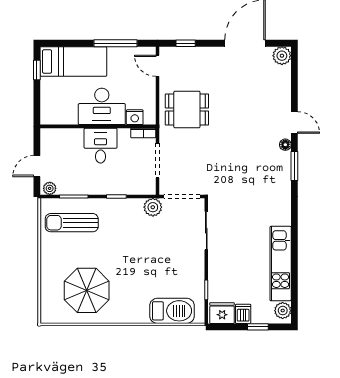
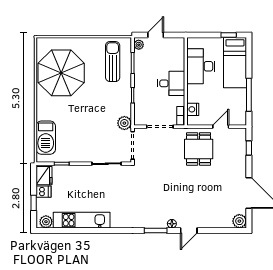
door: (157, 66) -> (221, 127), moved
desk: (102, 106) -> (201, 66), moved
door: (37, 166) -> (156, 35), hinge flipped
parasol: (87, 290) -> (61, 73), width x1.36, depth x1.36

